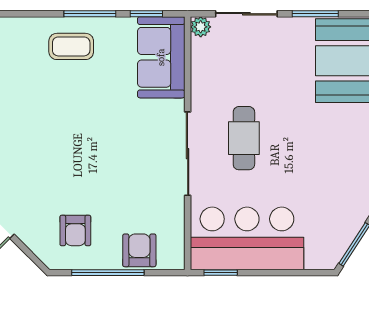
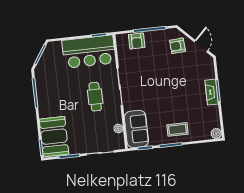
plant: (201, 27) -> (118, 129), moved
armchair: (75, 230) -> (177, 46), moved, turned -94

